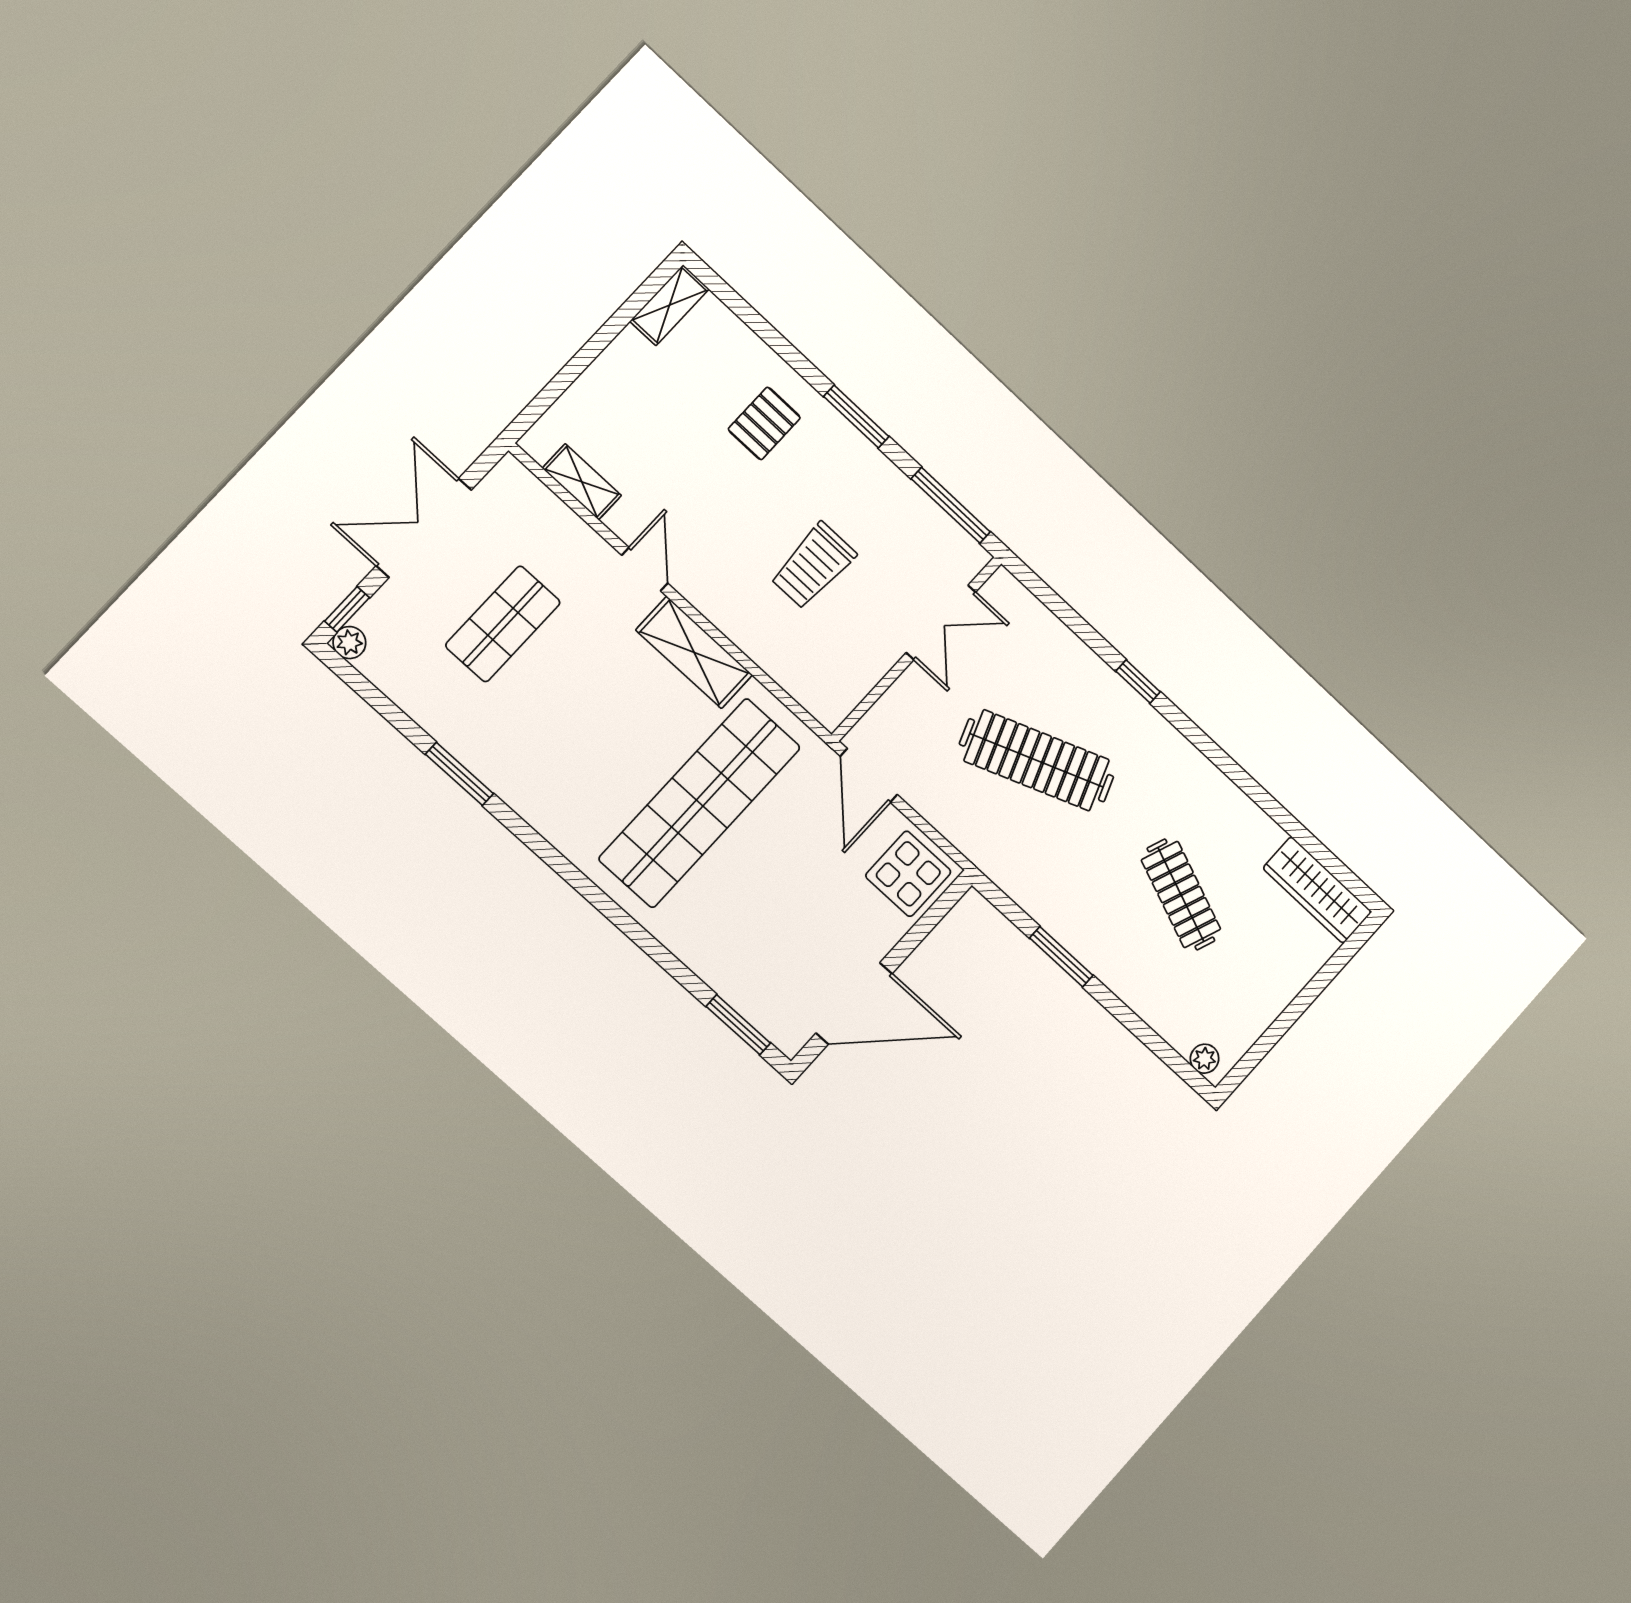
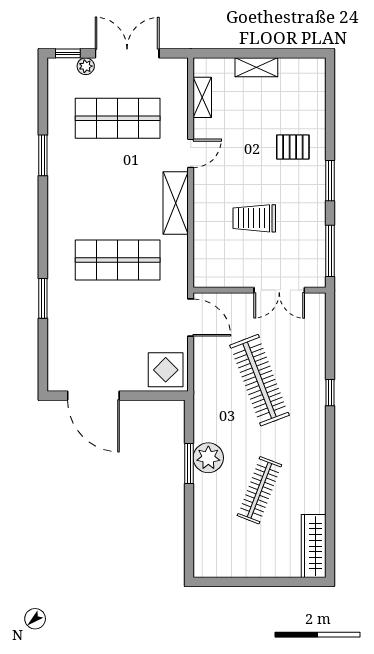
shelving: (669, 305) -> (256, 67), moved
shop shelf: (503, 624) -> (118, 118), width x1.43, depth x1.36
plant: (349, 643) -> (86, 66), moved
door: (869, 775) -> (191, 318), swing flipped
shop shelf: (700, 803) -> (118, 260), width x0.71
window: (738, 1025) -> (43, 298), moved
plant: (1205, 1059) -> (208, 458), moved, width x1.87, depth x1.87

